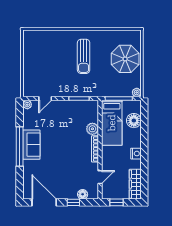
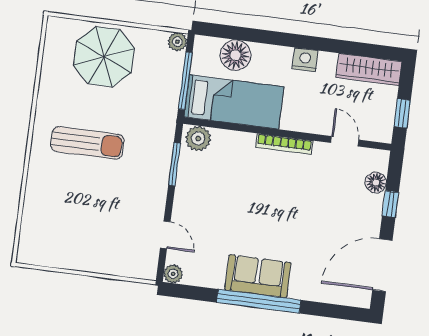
plant: (92, 129) -> (198, 138), moved

